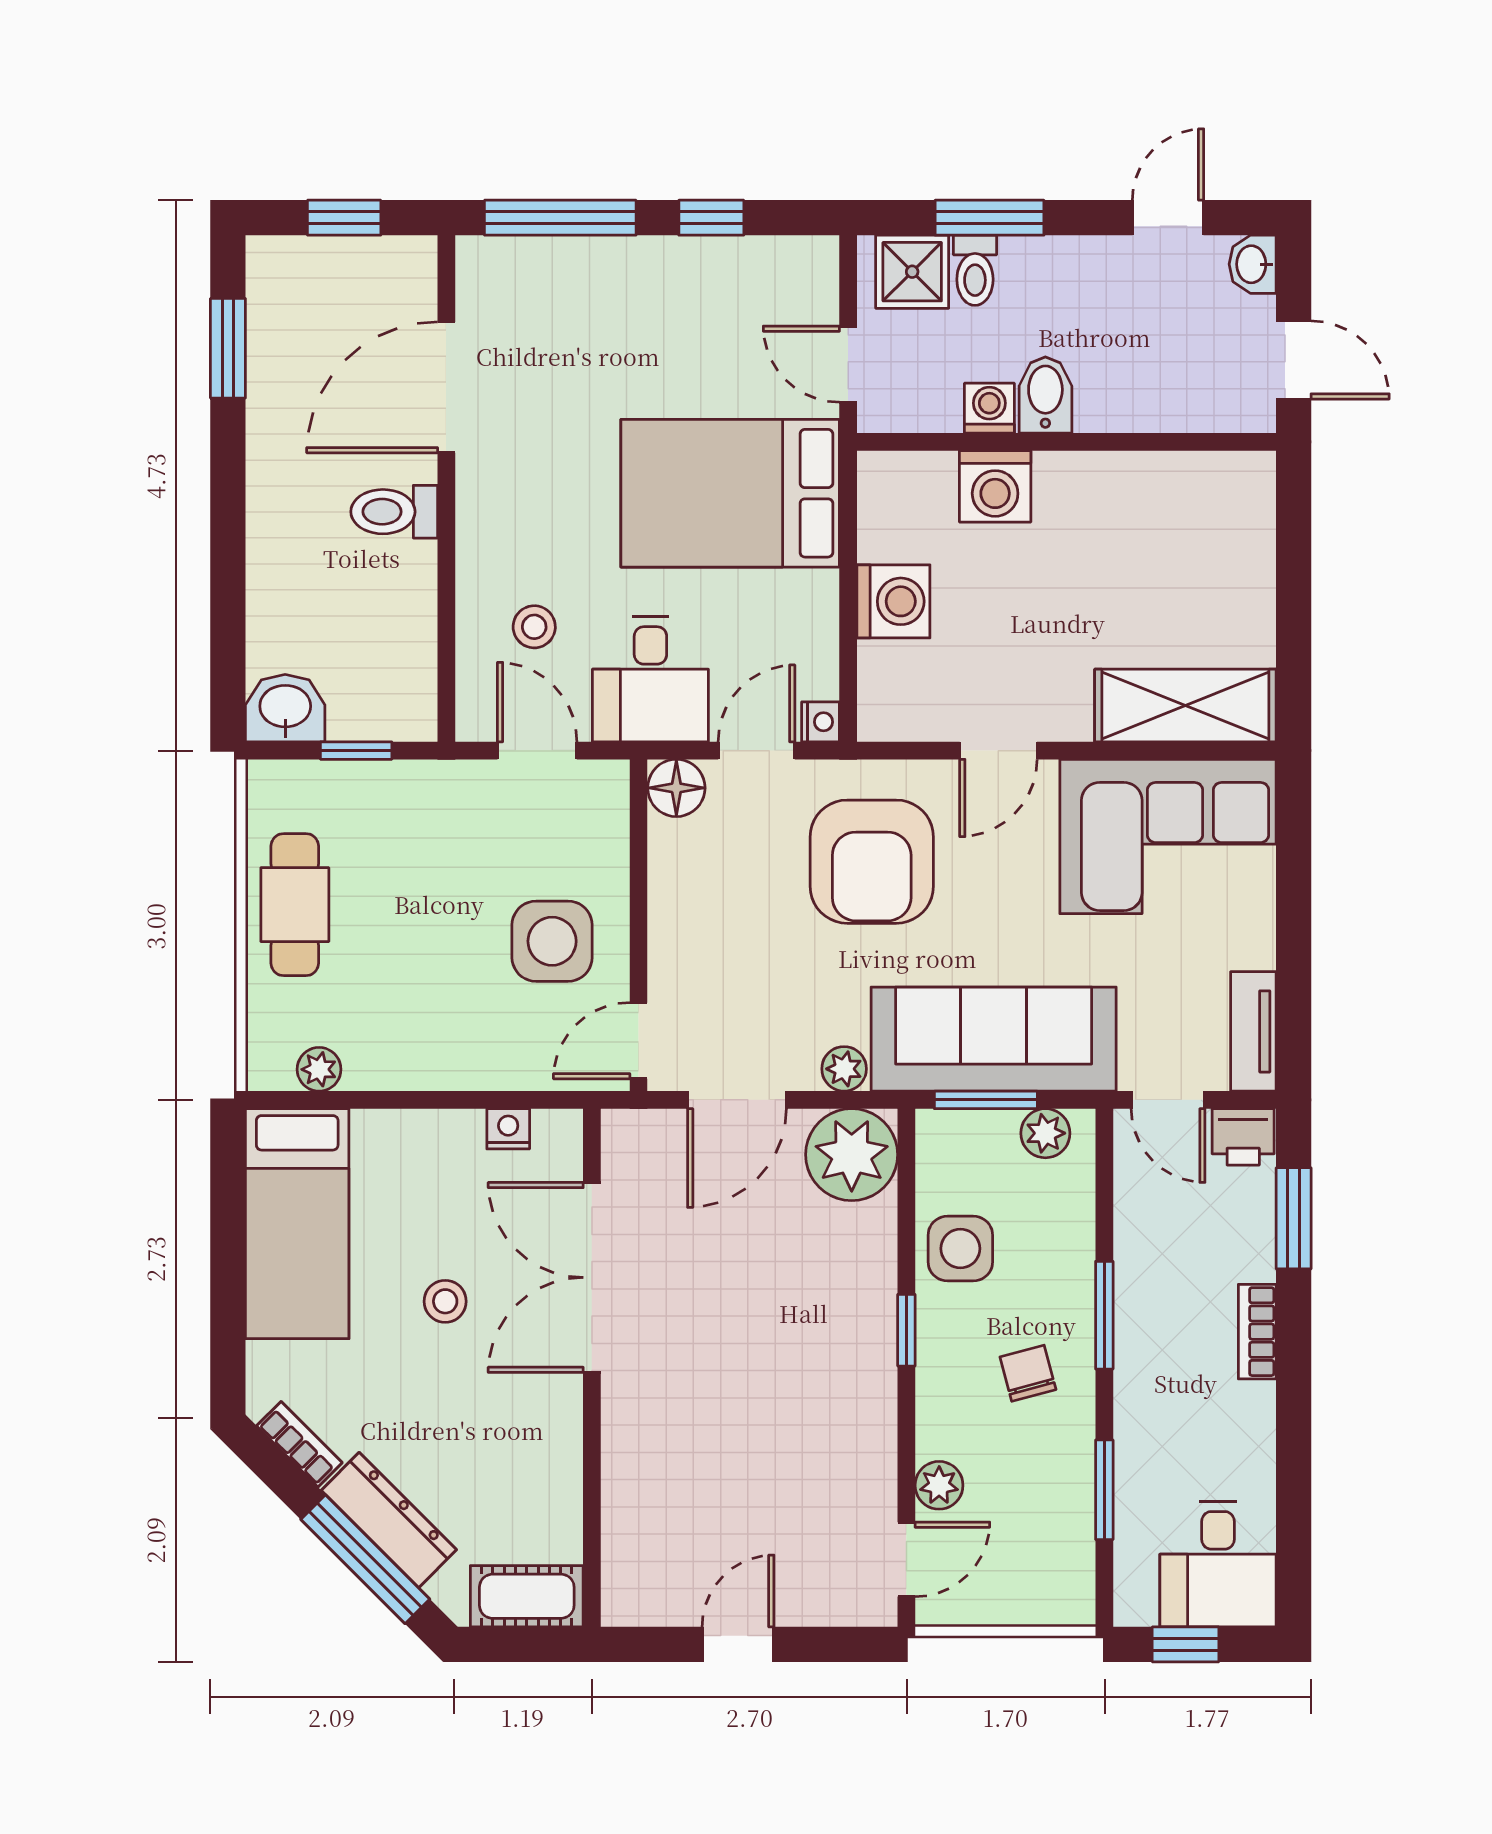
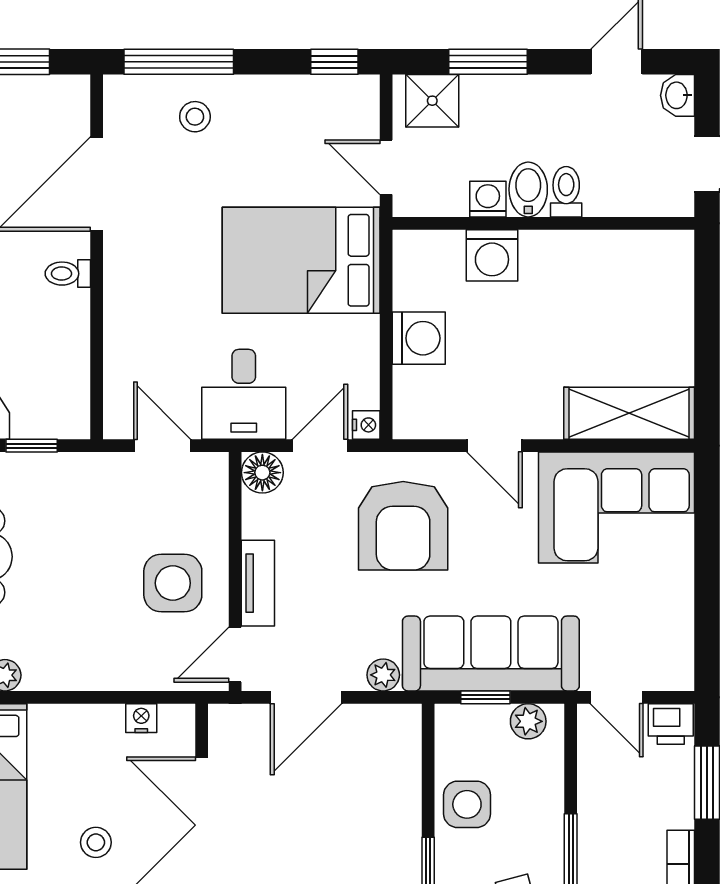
window: (711, 218) -> (334, 62), moved
toilet: (975, 270) -> (566, 192), moved, turned 180
toilet: (394, 512) -> (68, 274), width x0.73, depth x0.72
stool: (534, 627) -> (195, 117), moved
door: (998, 751) -> (494, 446), hinge flipped
tv unit: (1253, 1031) -> (258, 583), moved, turned 180
window: (986, 1100) -> (485, 697), width x0.67
plant: (852, 1155) -> (389, 737), removed

